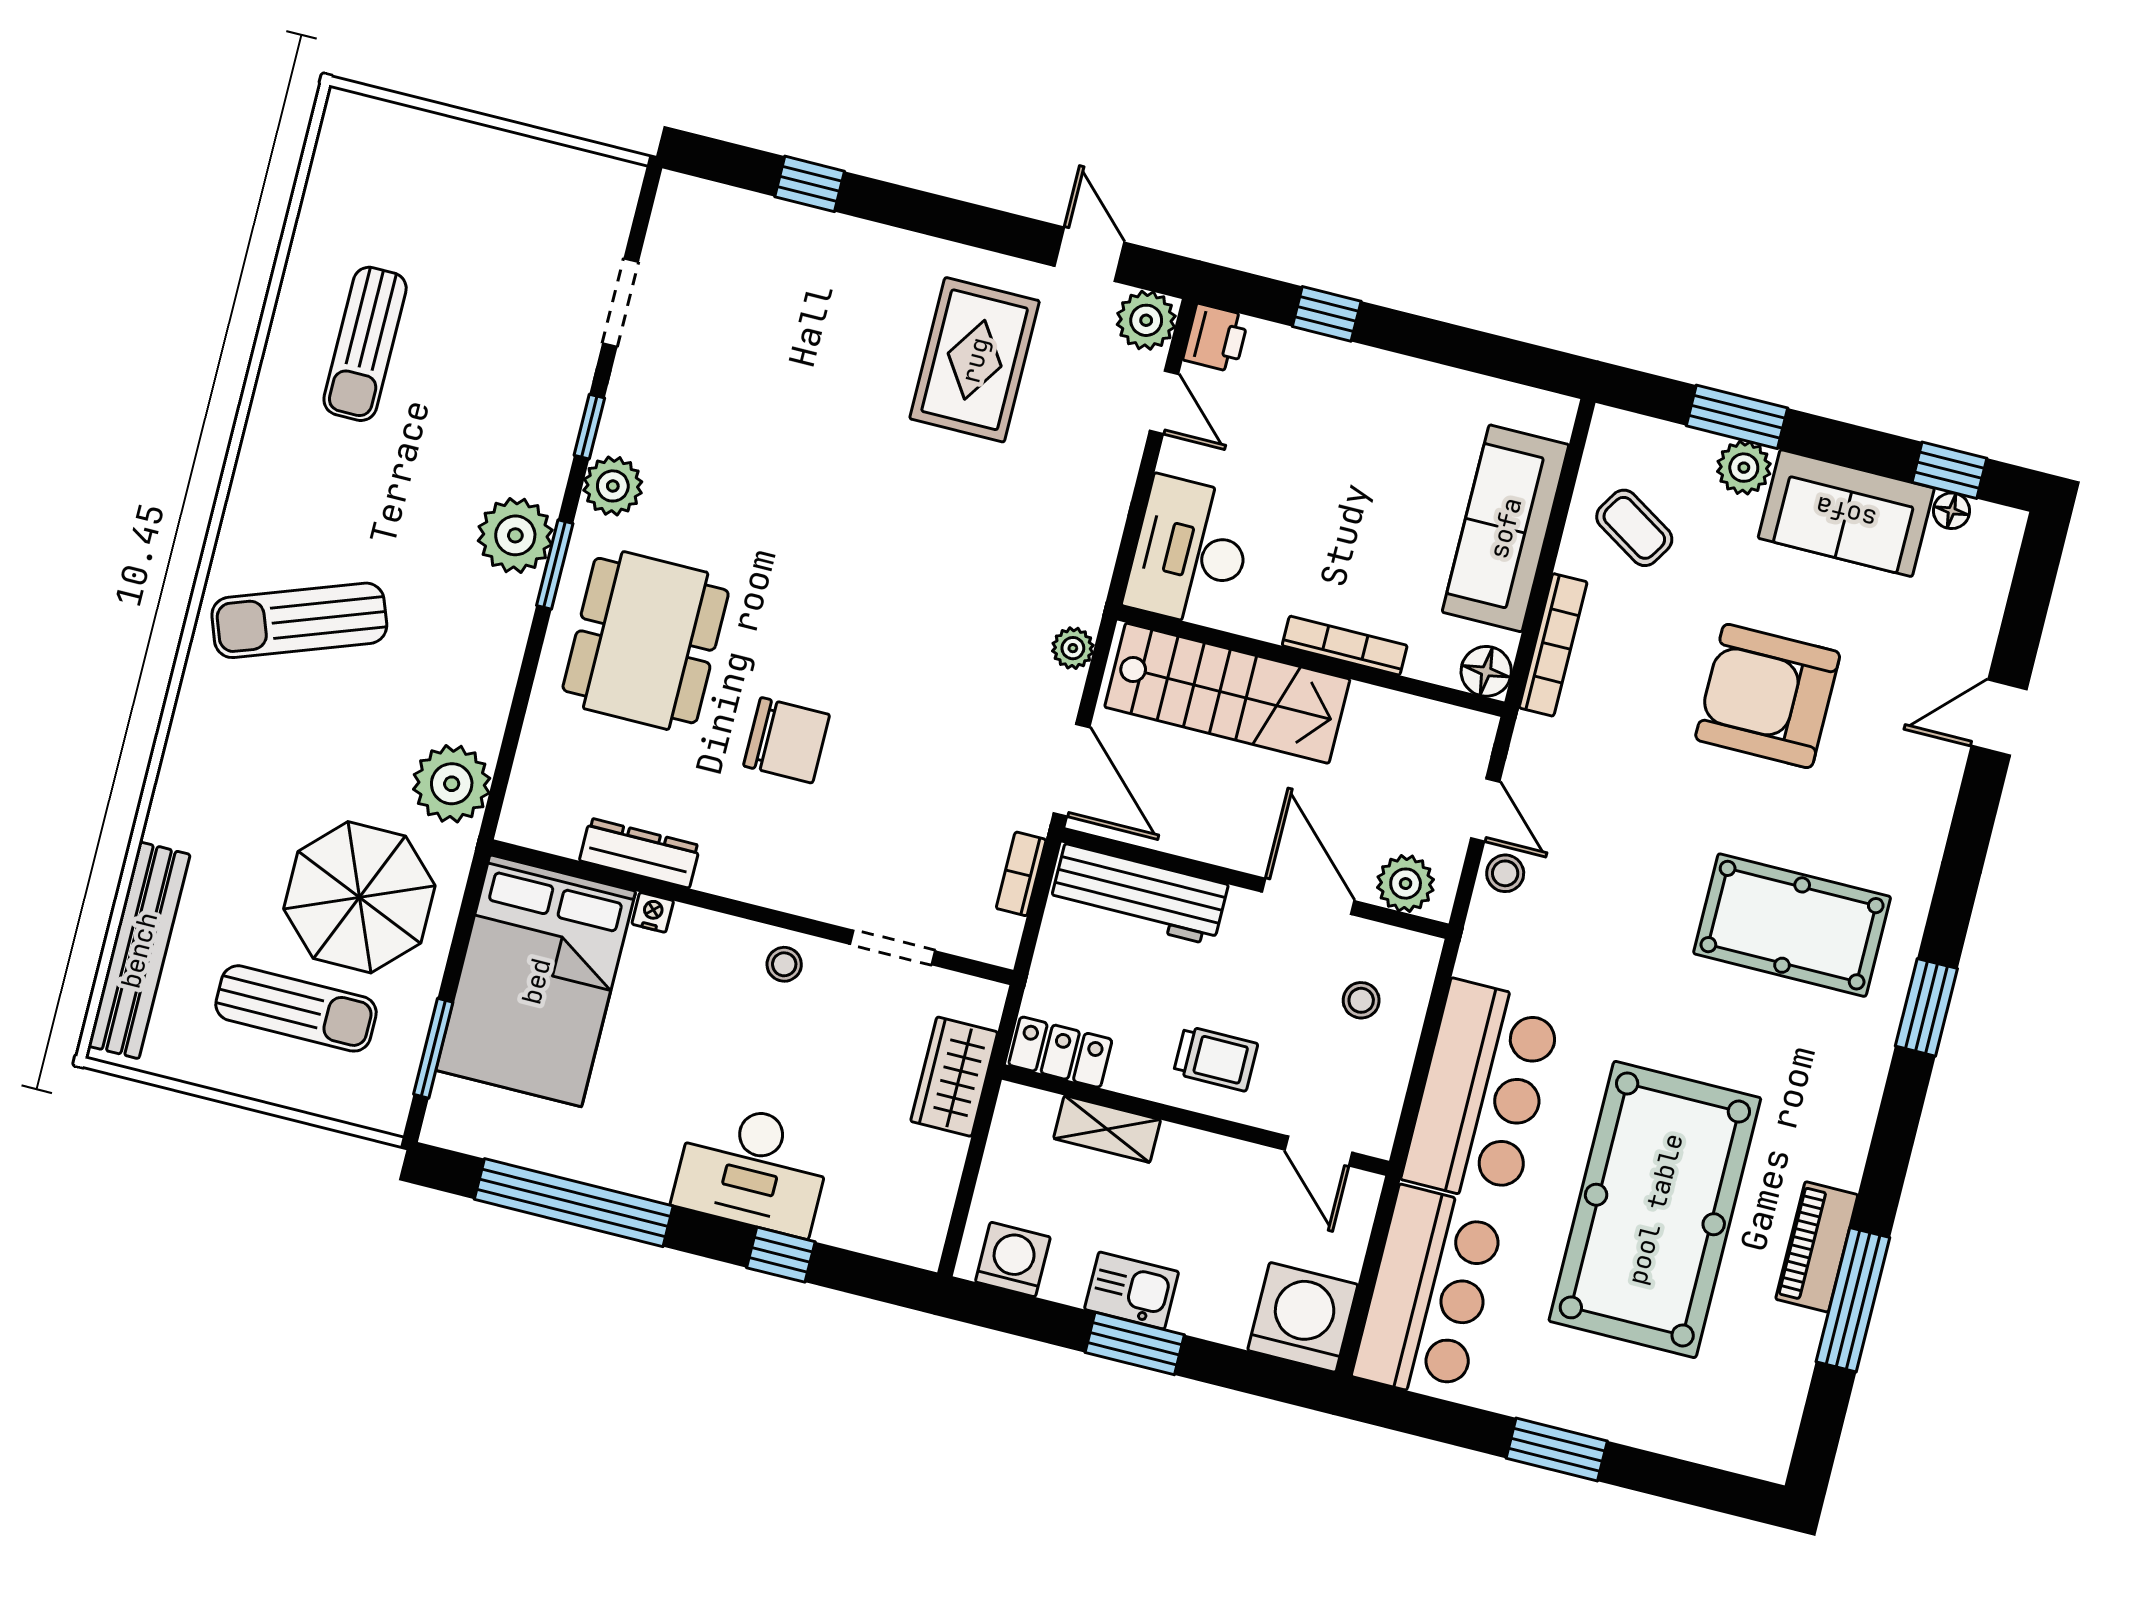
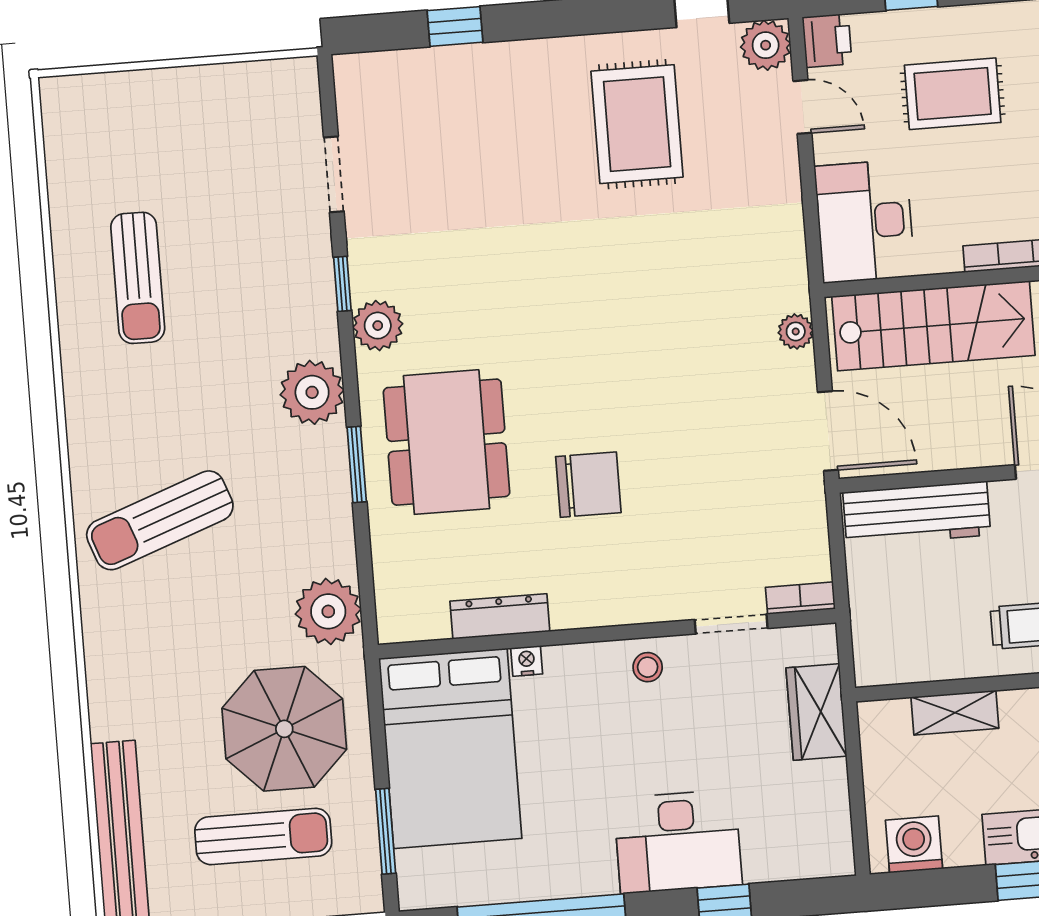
rug: (1335, 444) -> (953, 94), added
window: (555, 565) -> (357, 464), moved
bookcase: (1021, 874) -> (800, 598), moved, turned 90
locker: (1060, 1052) -> (896, 663), removed

